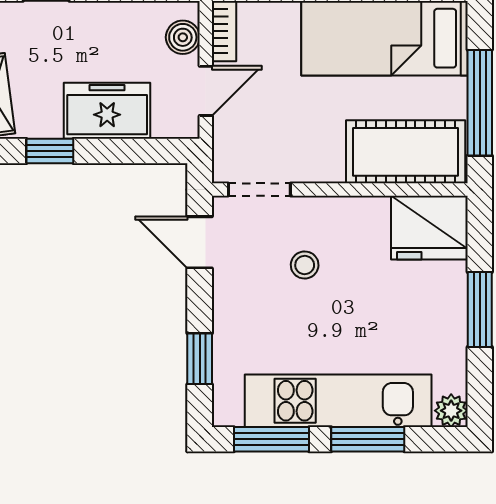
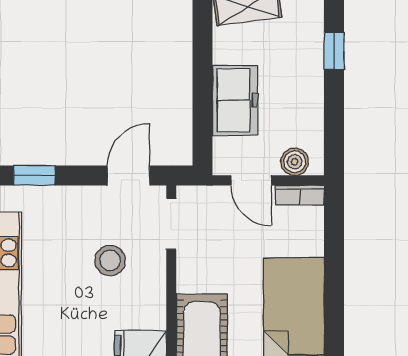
window: (50, 151) -> (202, 54), removed
stool: (305, 265) -> (110, 260), width x1.37, depth x1.37

